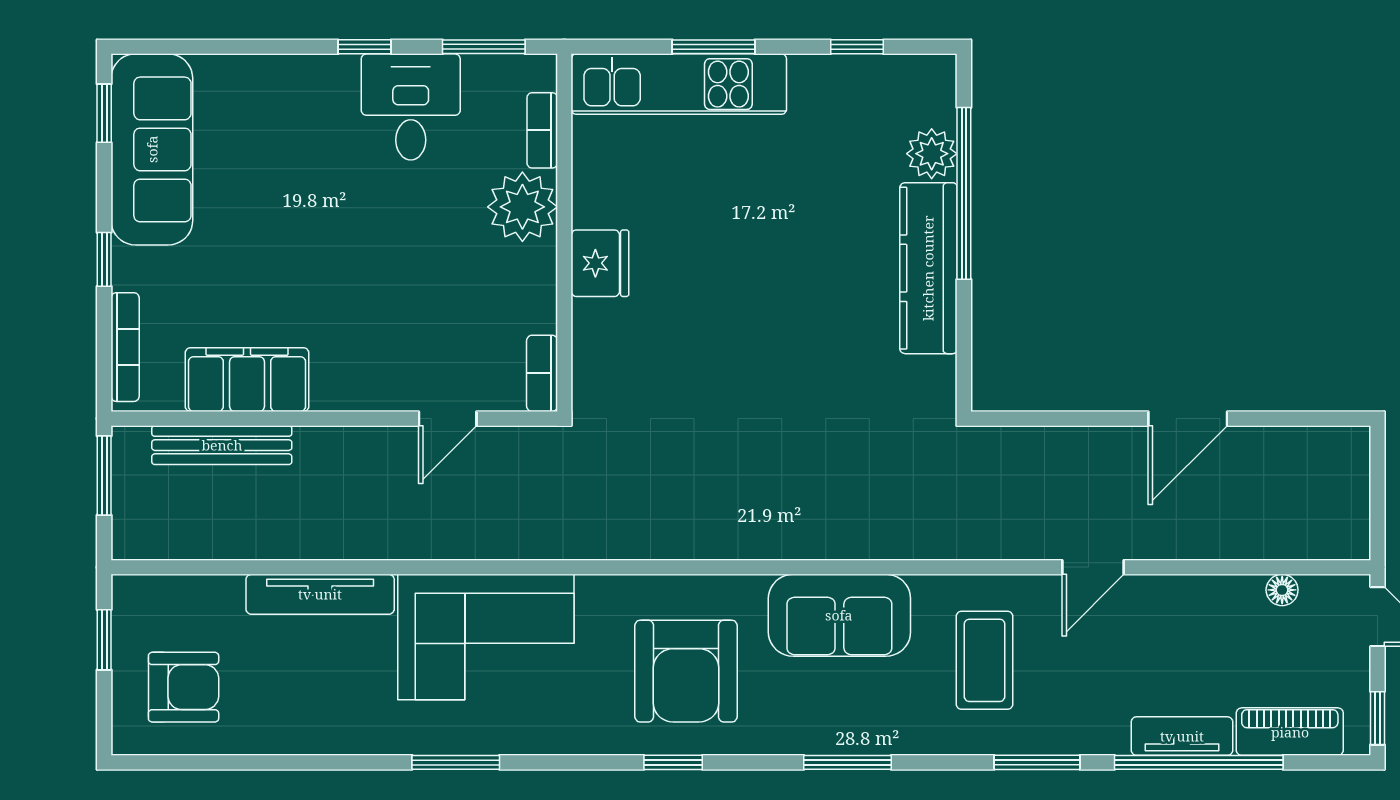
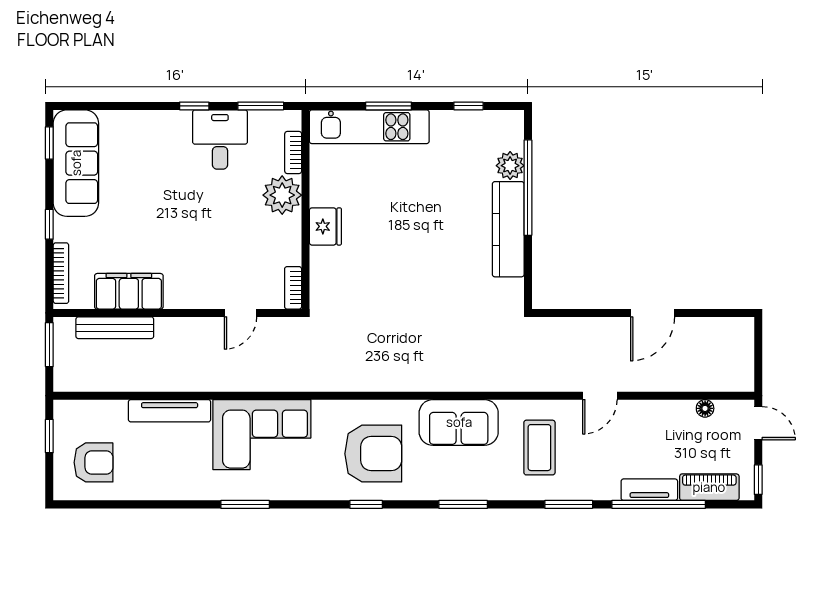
armchair: (686, 671) -> (373, 454), turned -90

